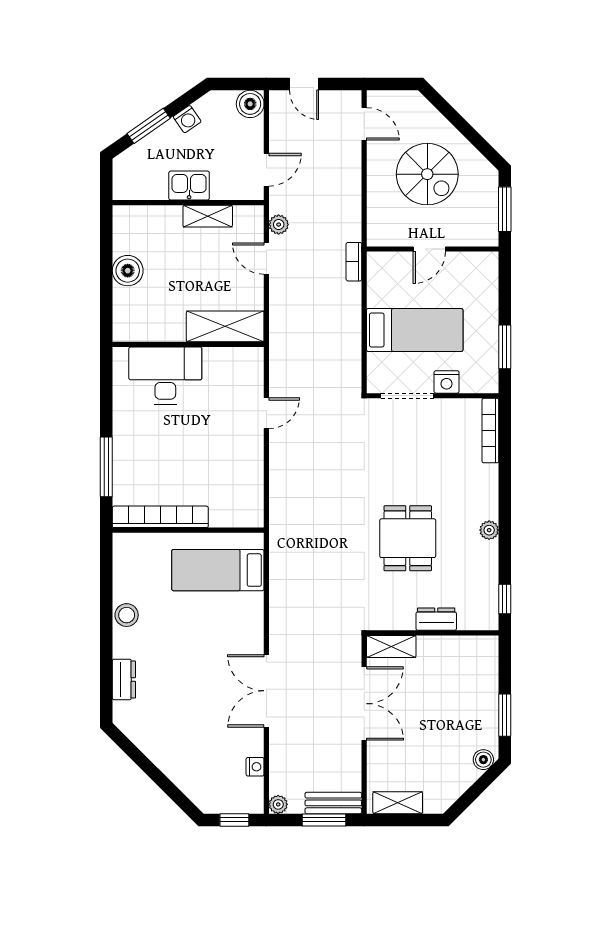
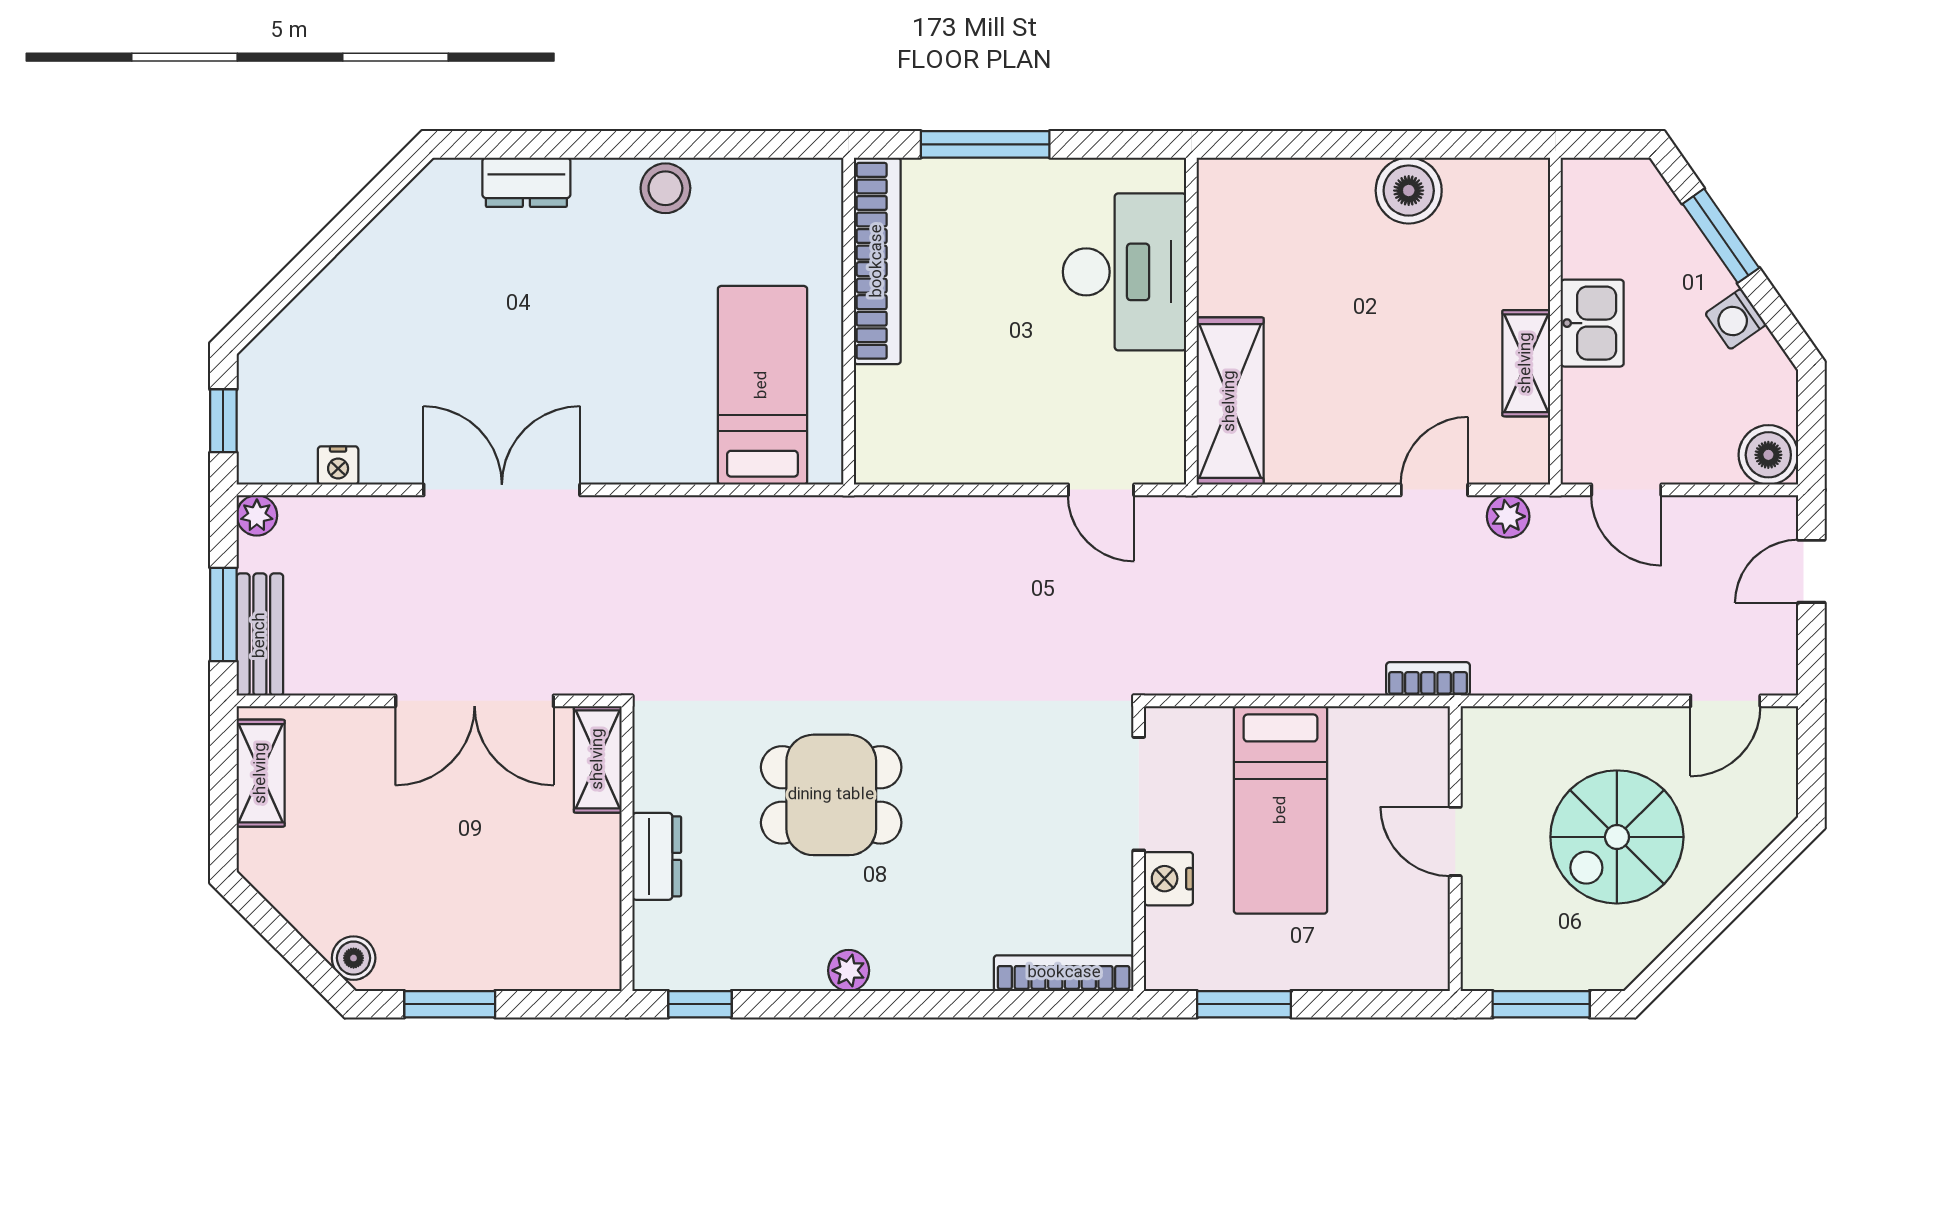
shelving: (225, 326) -> (1230, 401), moved
wall: (188, 344) -> (1191, 321), moved
desk: (165, 375) -> (1124, 272), moved

